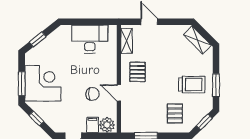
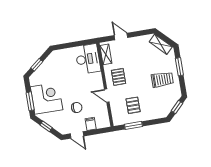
desk: (90, 39) -> (88, 59), moved, turned 90
window: (216, 85) -> (179, 67), moved
chair: (92, 94) -> (77, 108), moved
pallet: (175, 113) -> (133, 105), moved
plant: (107, 125) -> (102, 122), removed

